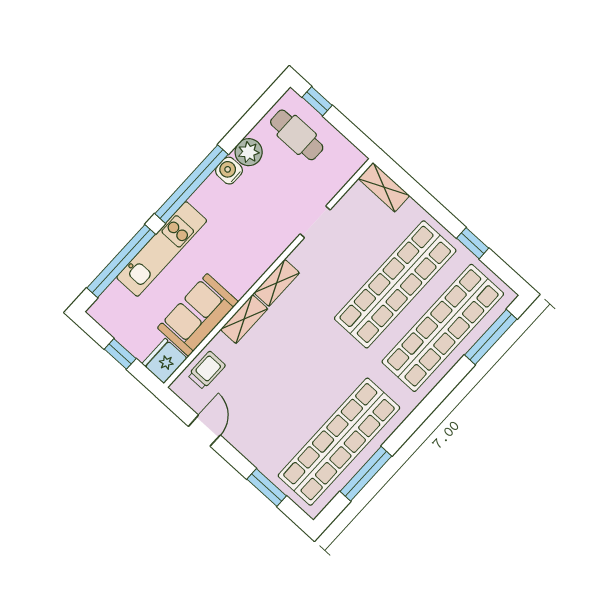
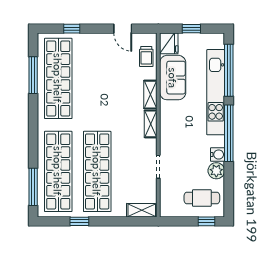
kitchen unit: (162, 249) -> (216, 92), width x1.36
window: (267, 488) -> (72, 29), width x0.67

